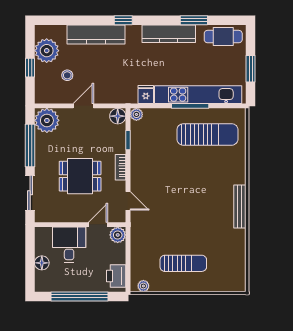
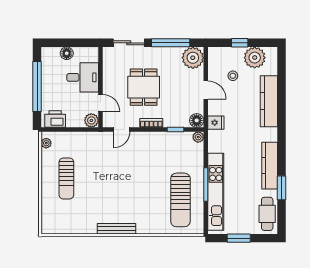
window: (123, 20) -> (282, 125), removed
fridge: (146, 94) -> (216, 123), moved

